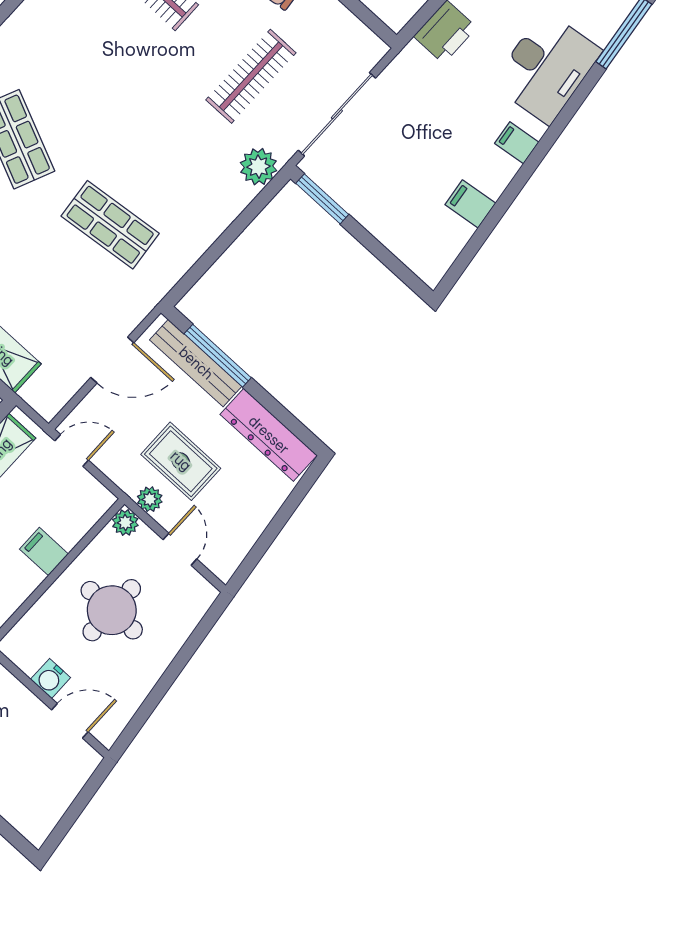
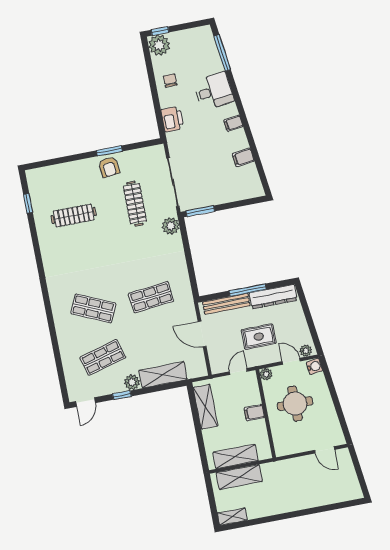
desk: (547, 67) -> (214, 91), width x0.73
window: (218, 356) -> (248, 290), moved
door: (112, 360) -> (202, 334), swing flipped
door: (72, 450) -> (238, 371), moved
plant: (150, 499) -> (306, 351), moved
water cooler: (50, 679) -> (314, 366), moved, turned -97
door: (70, 721) -> (325, 450), swing flipped

